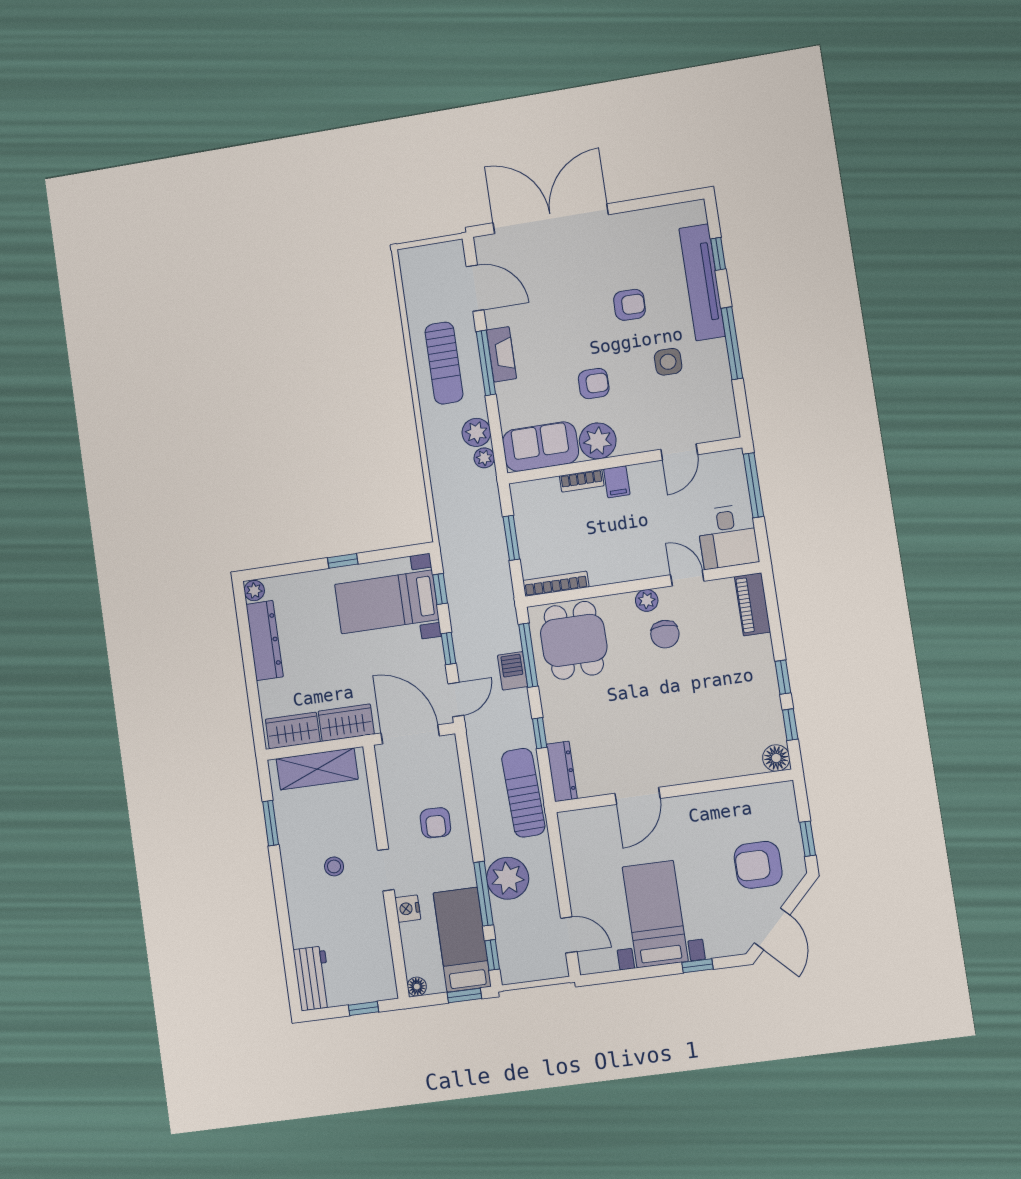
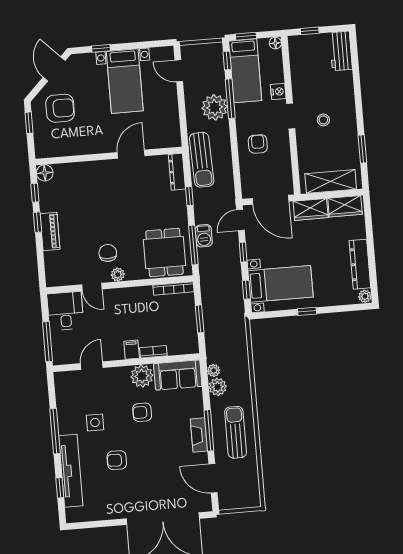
piano: (753, 604) -> (50, 232), moved

